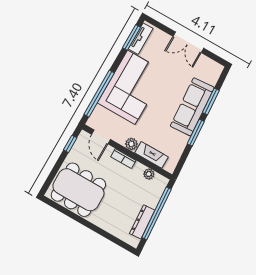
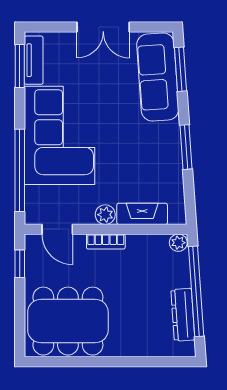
window: (211, 102) -> (180, 69), moved
sofa: (192, 107) -> (158, 77), moved
plant: (149, 174) -> (178, 243), moved

